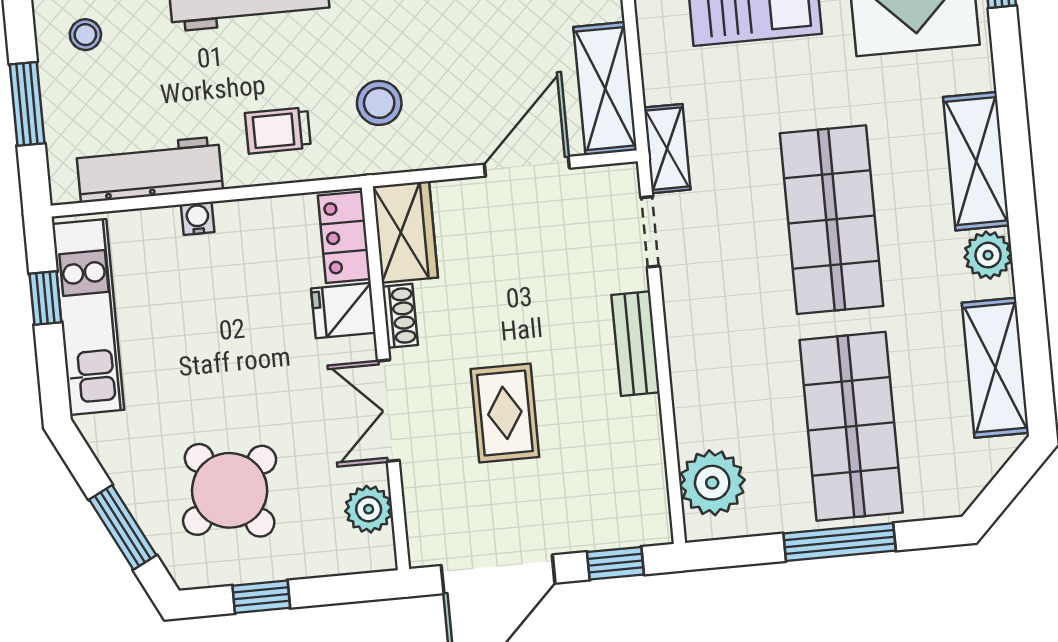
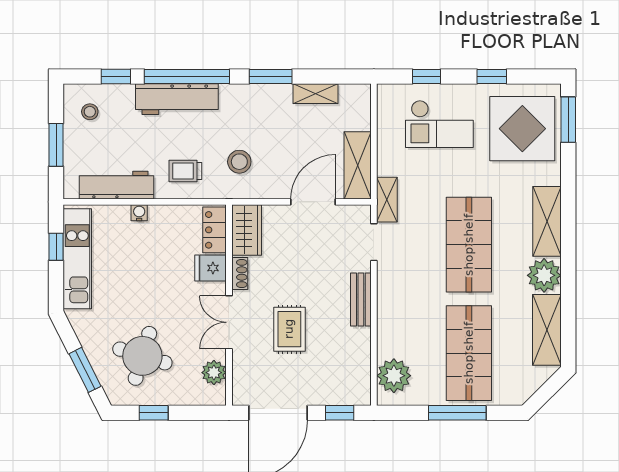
plant: (988, 255) -> (544, 275), width x1.36, depth x1.36
round table: (230, 490) -> (142, 356), turned -35

